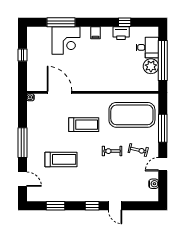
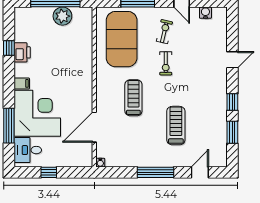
corner desk: (66, 40) -> (37, 113), width x1.36, depth x1.36
desk: (147, 47) -> (28, 150), moved, turned -90
window: (92, 206) -> (232, 102), moved

